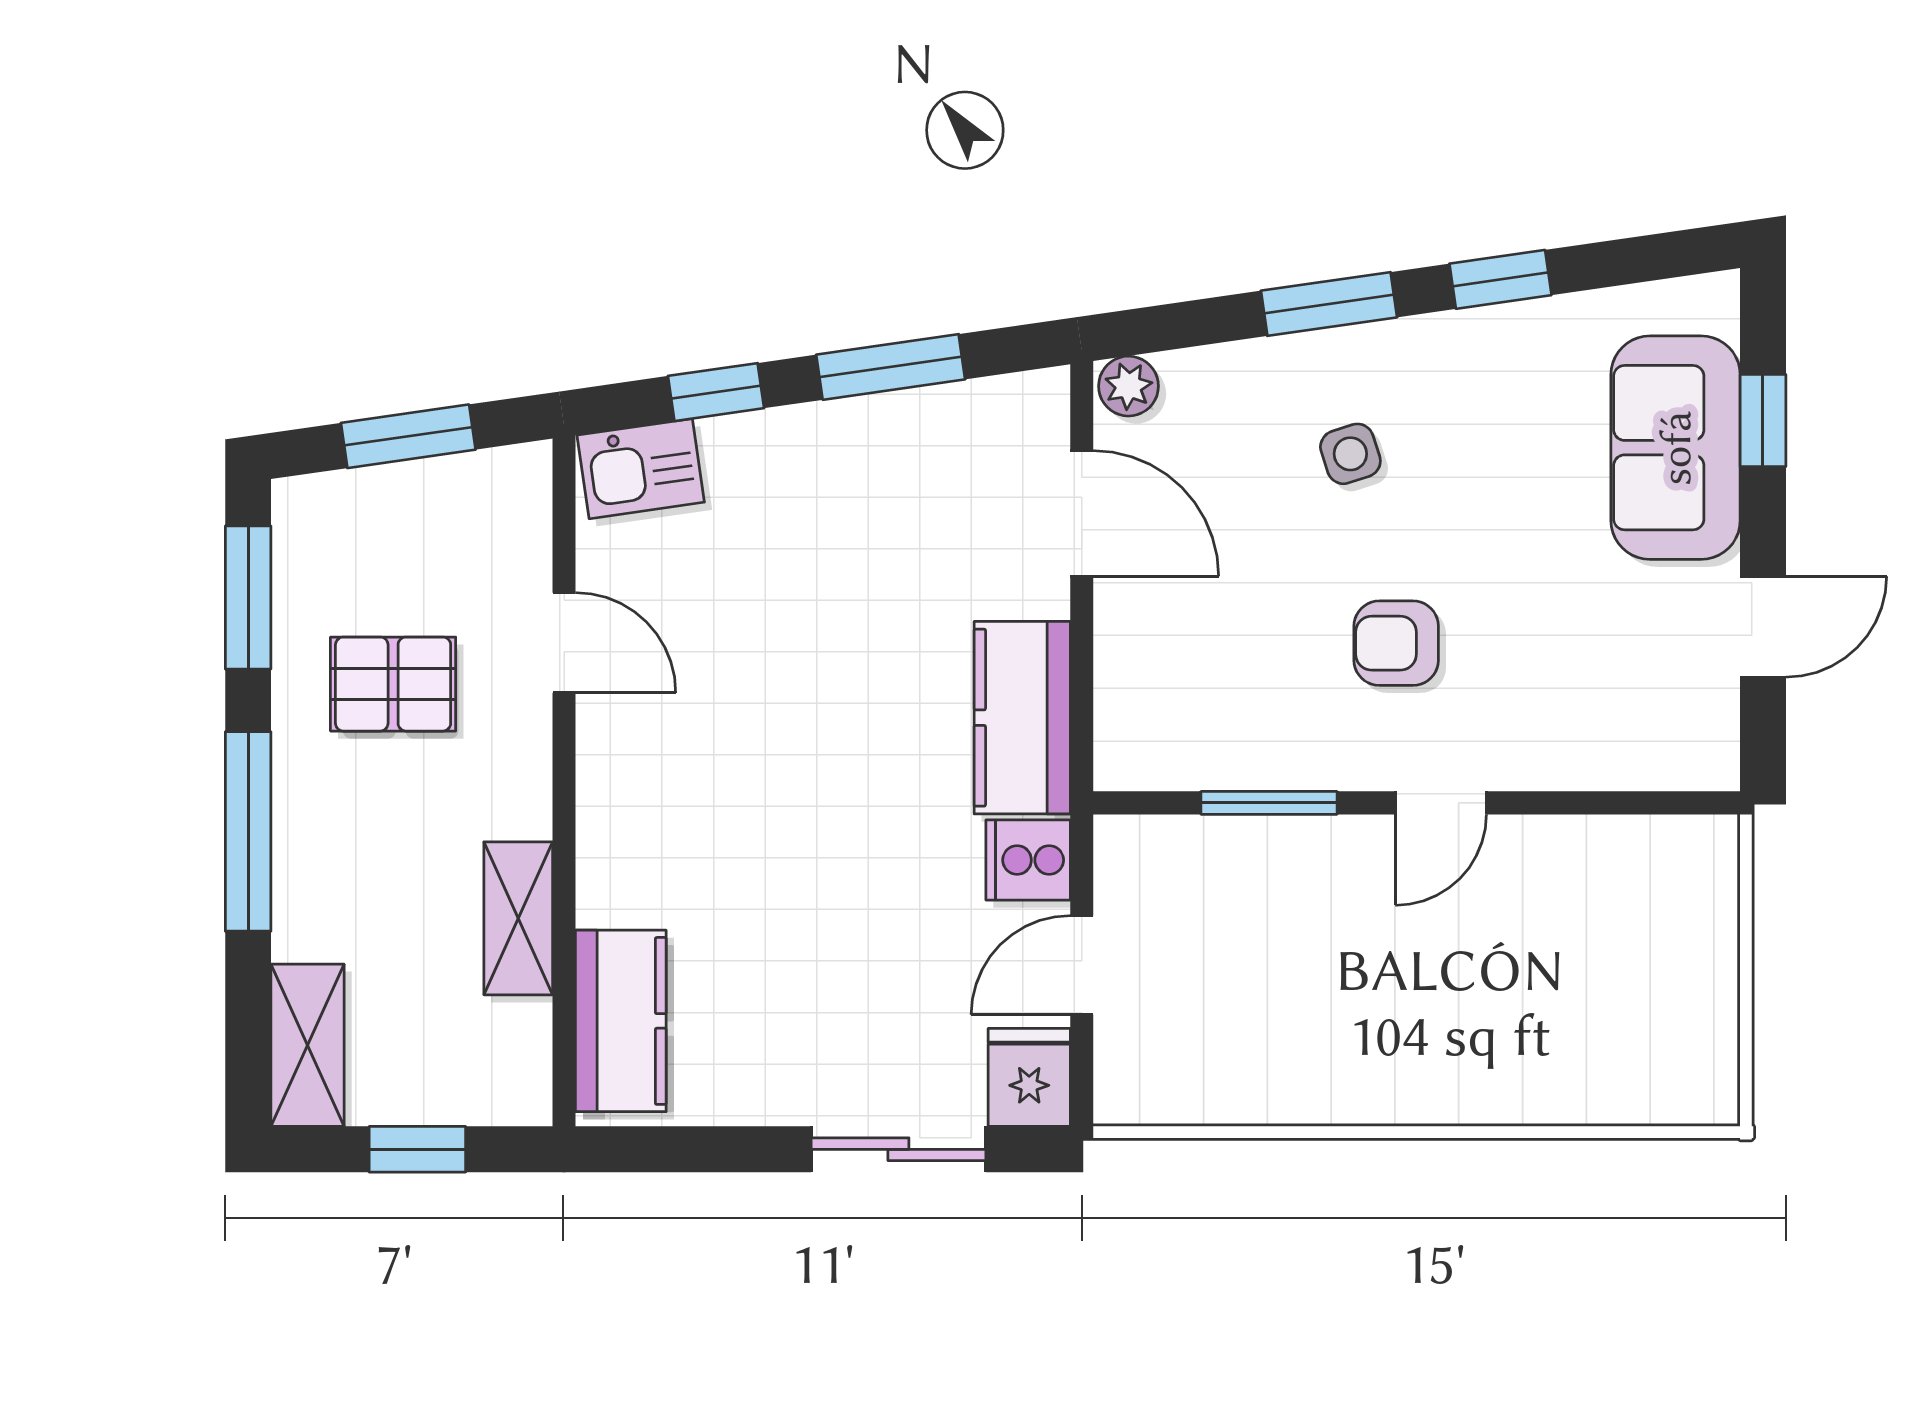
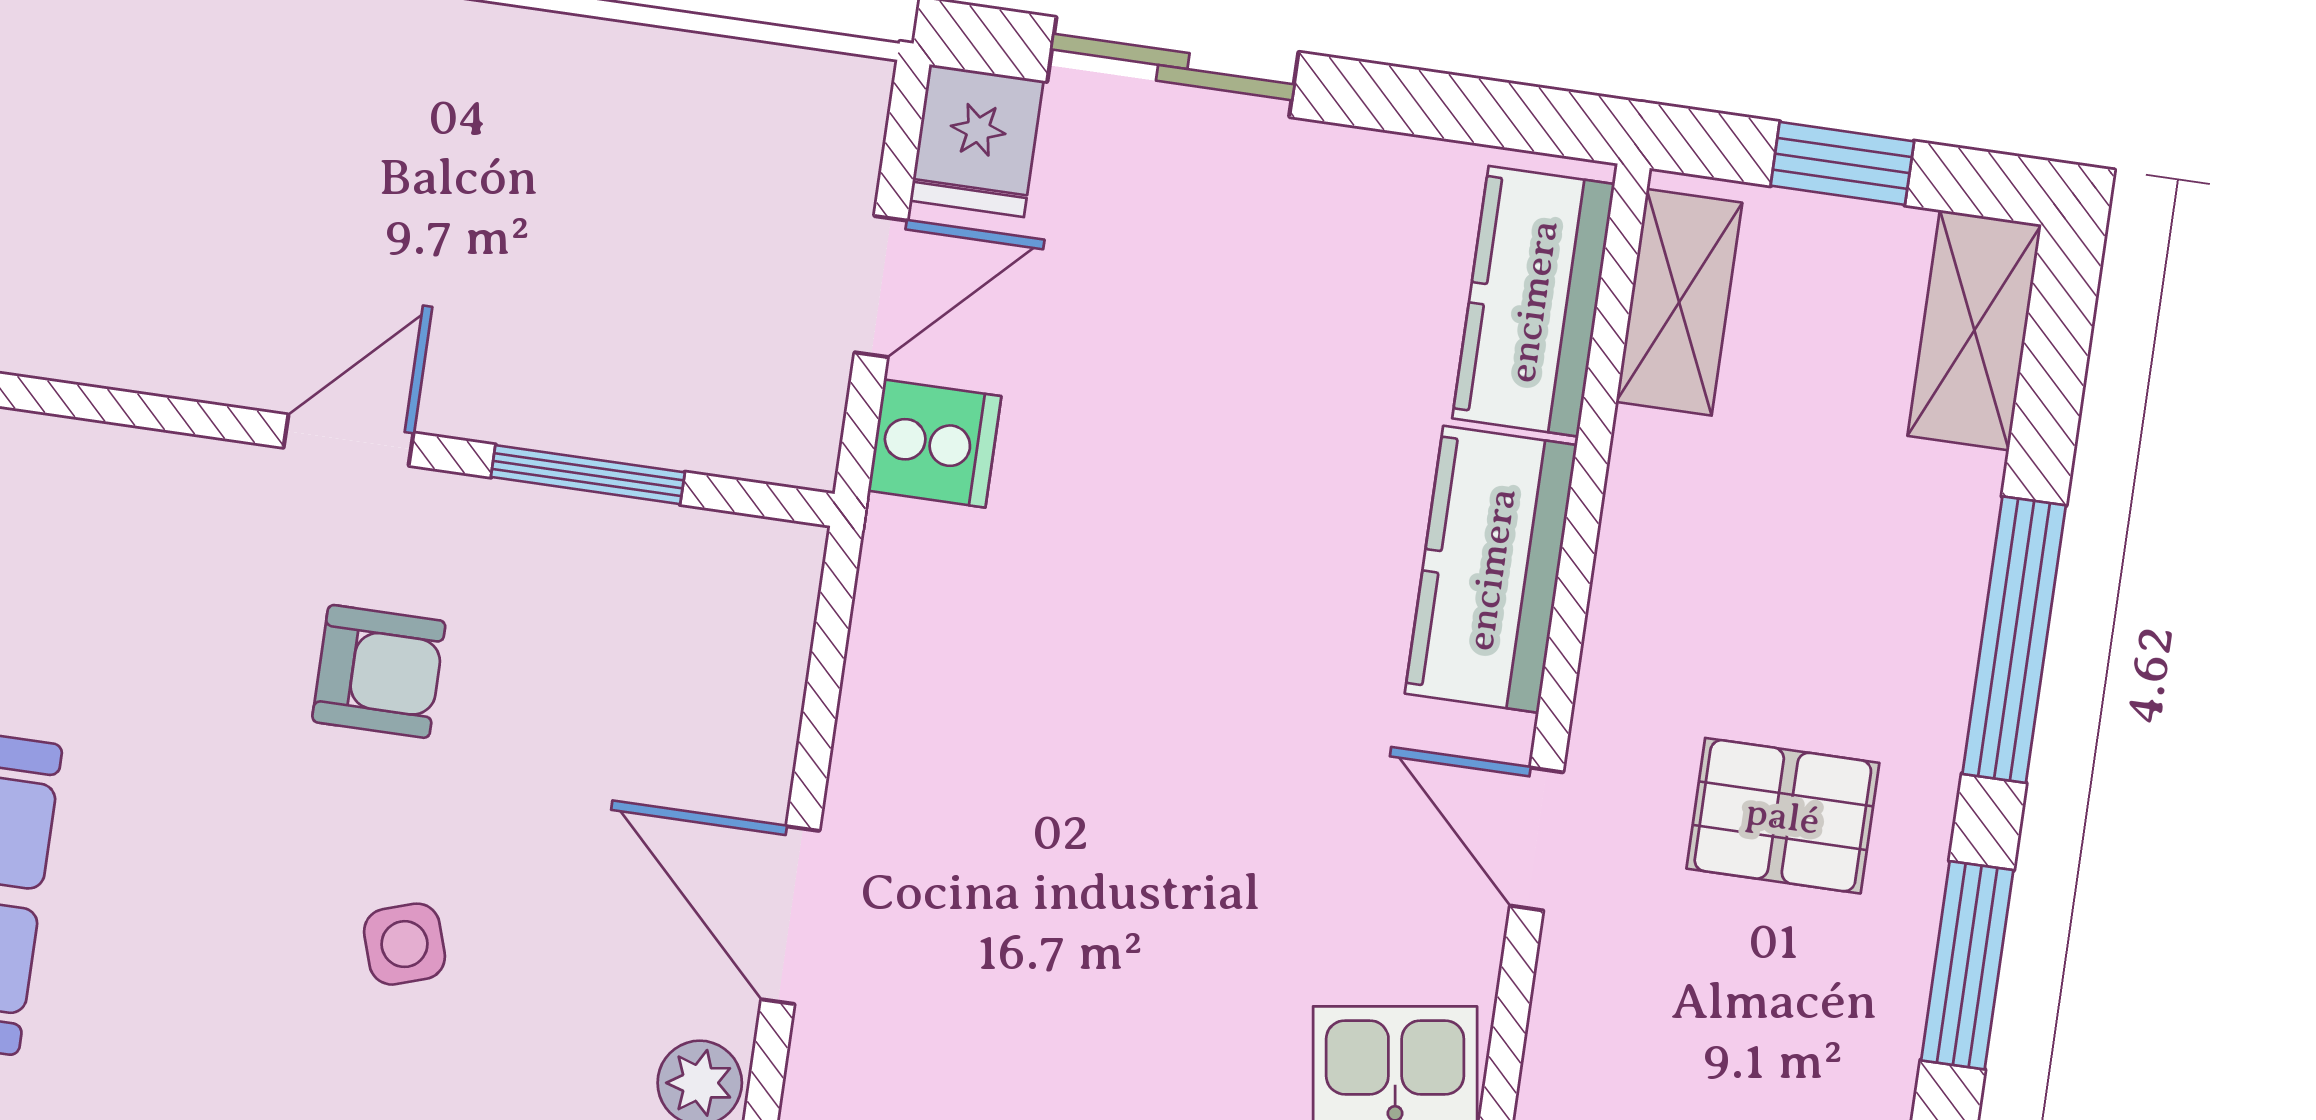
kitchen counter: (1022, 718) -> (1491, 569), moved, turned 180
shelving: (518, 918) -> (1679, 302), moved

